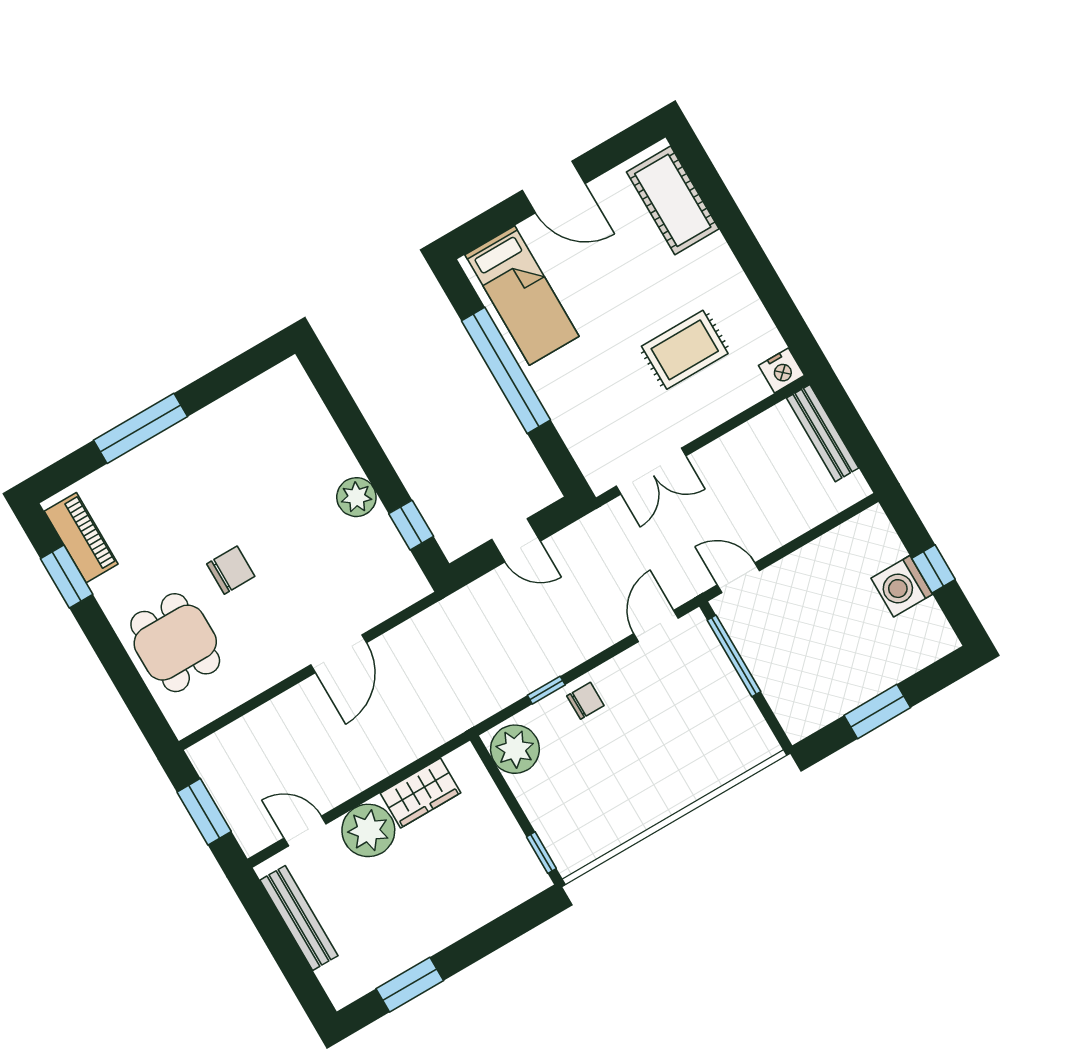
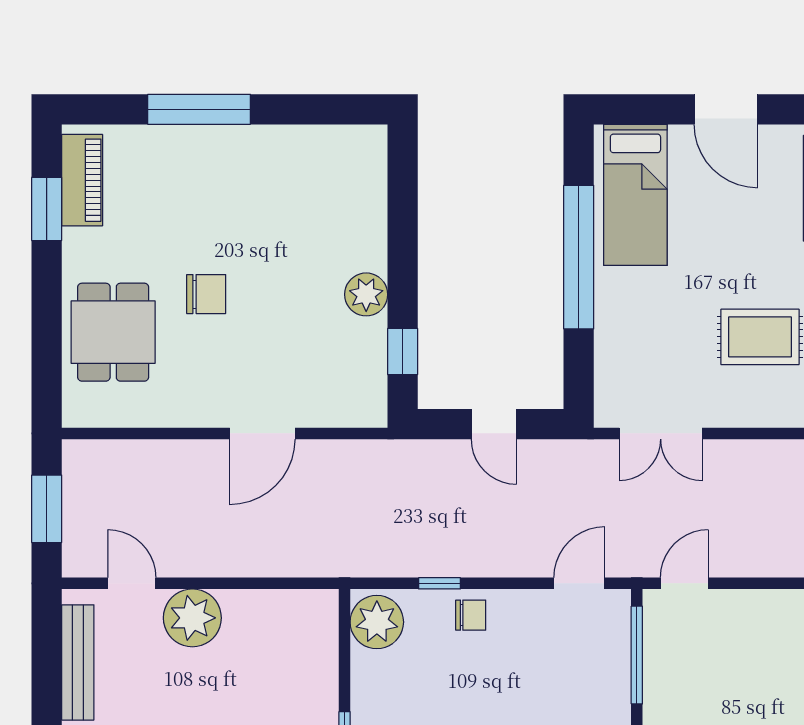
door: (738, 578) -> (684, 583), hinge flipped
wardrobe: (420, 793) -> (263, 611), removed

